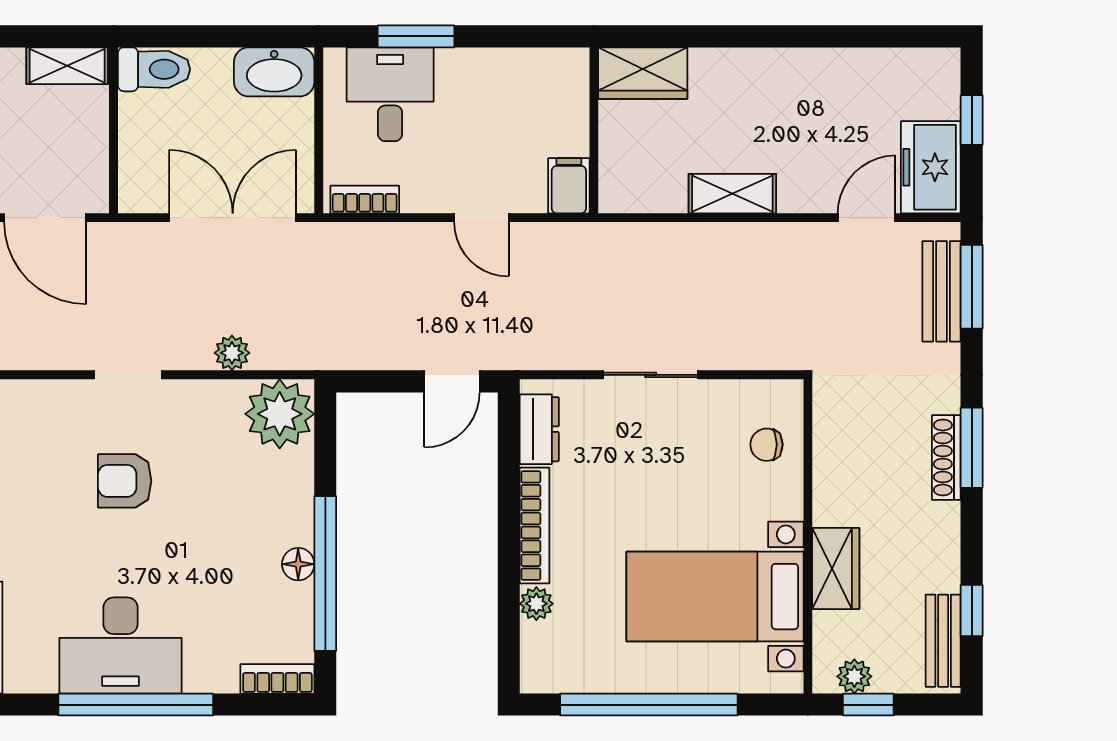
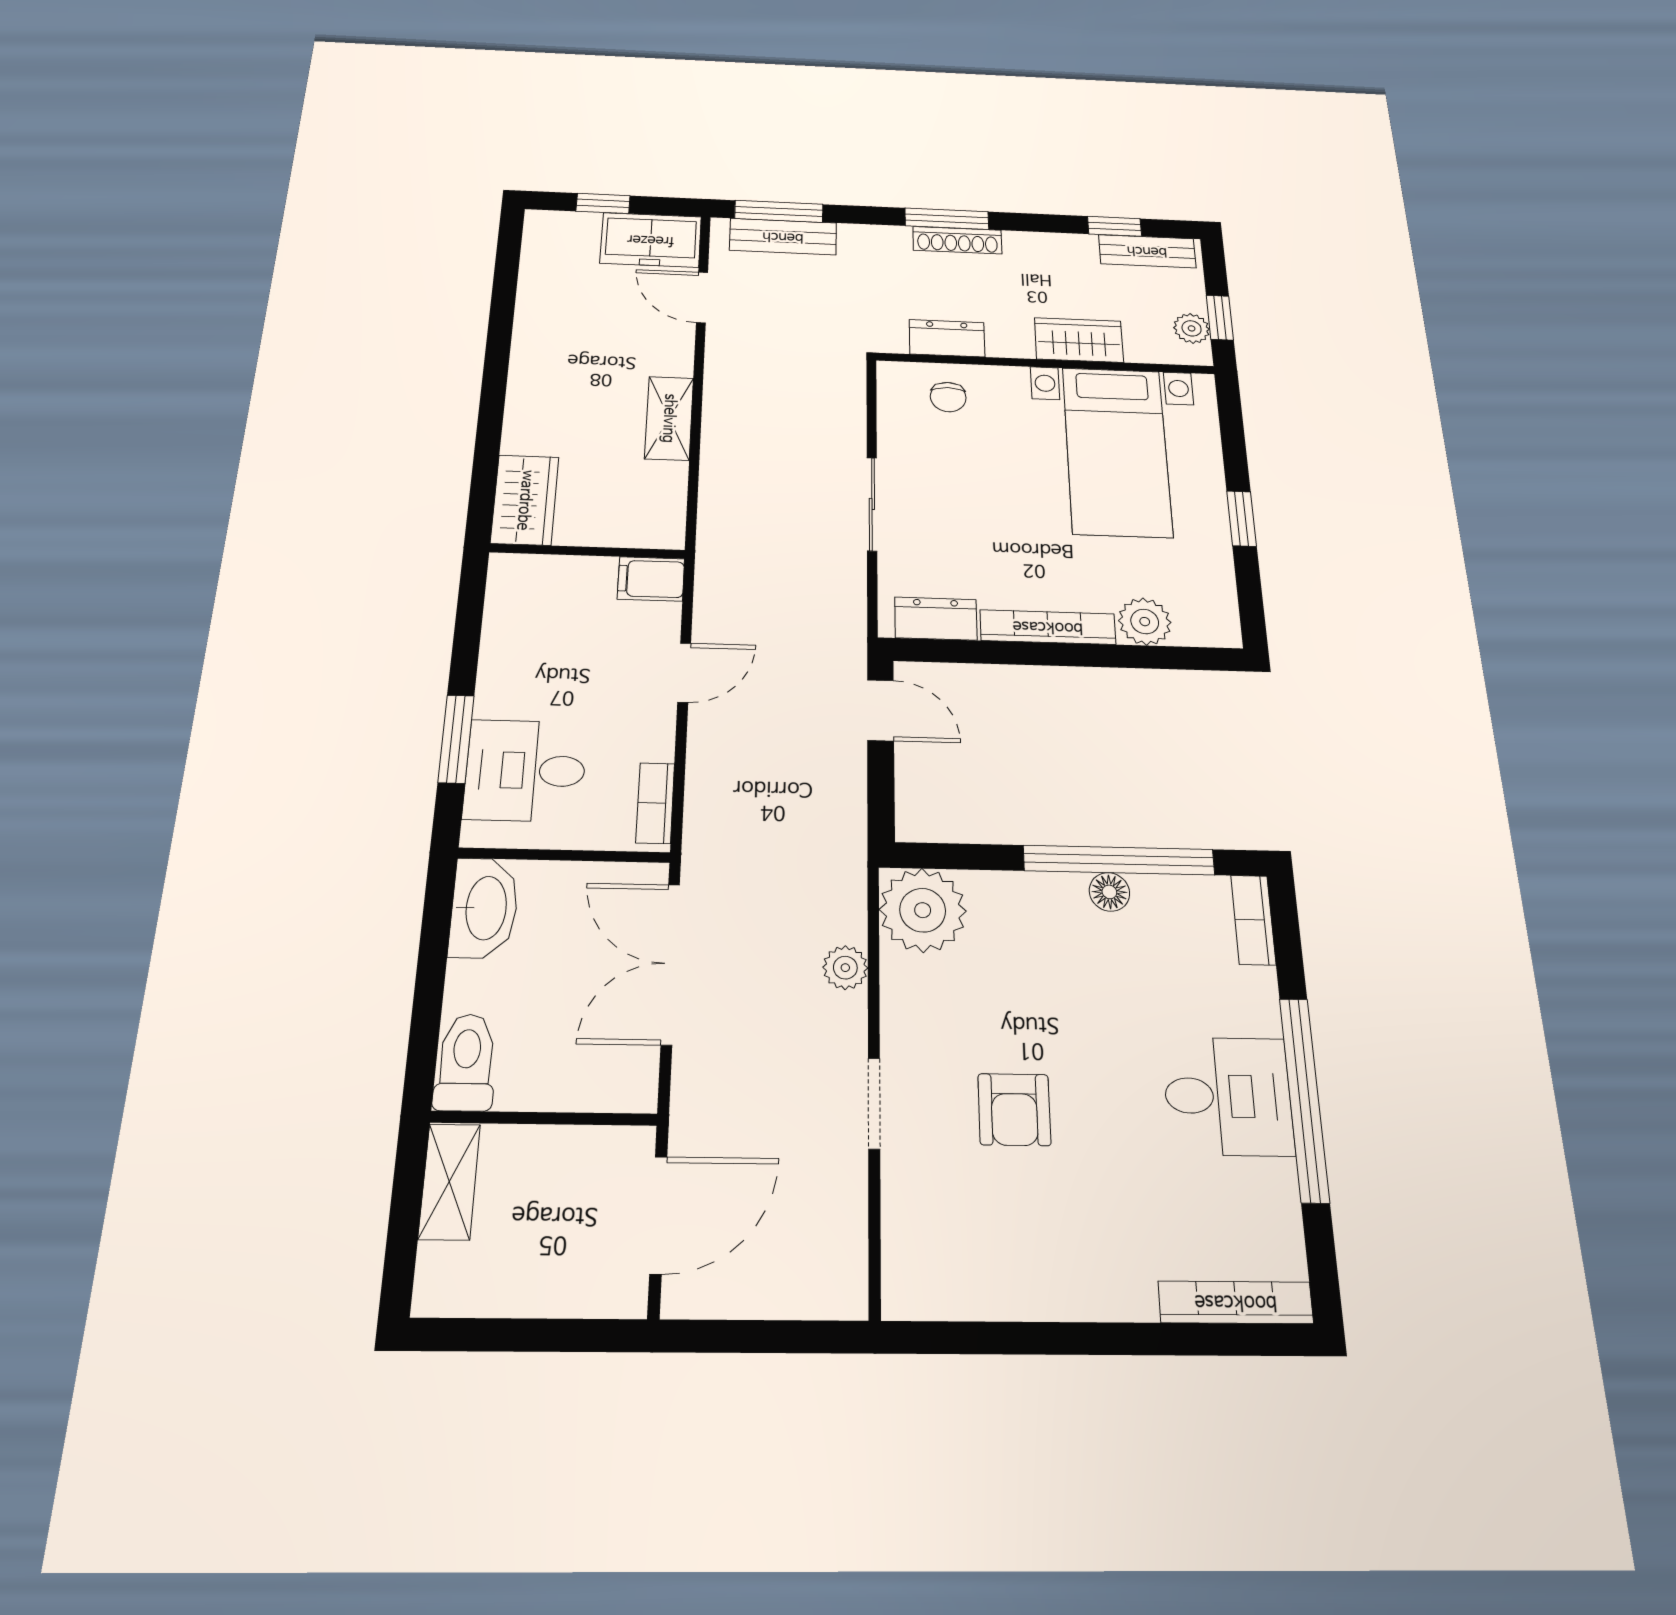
dresser: (832, 445) -> (947, 338), added
plant: (536, 604) -> (1145, 622), width x1.38, depth x1.38
desk: (120, 646) -> (1228, 1096), width x0.73
window: (649, 705) -> (1242, 519), width x0.32

